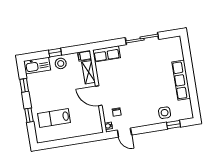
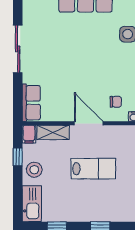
window: (55, 53) -> (18, 157), moved
door: (99, 96) -> (89, 123), swing flipped
lab bench: (54, 118) -> (93, 169), moved, turned -90

